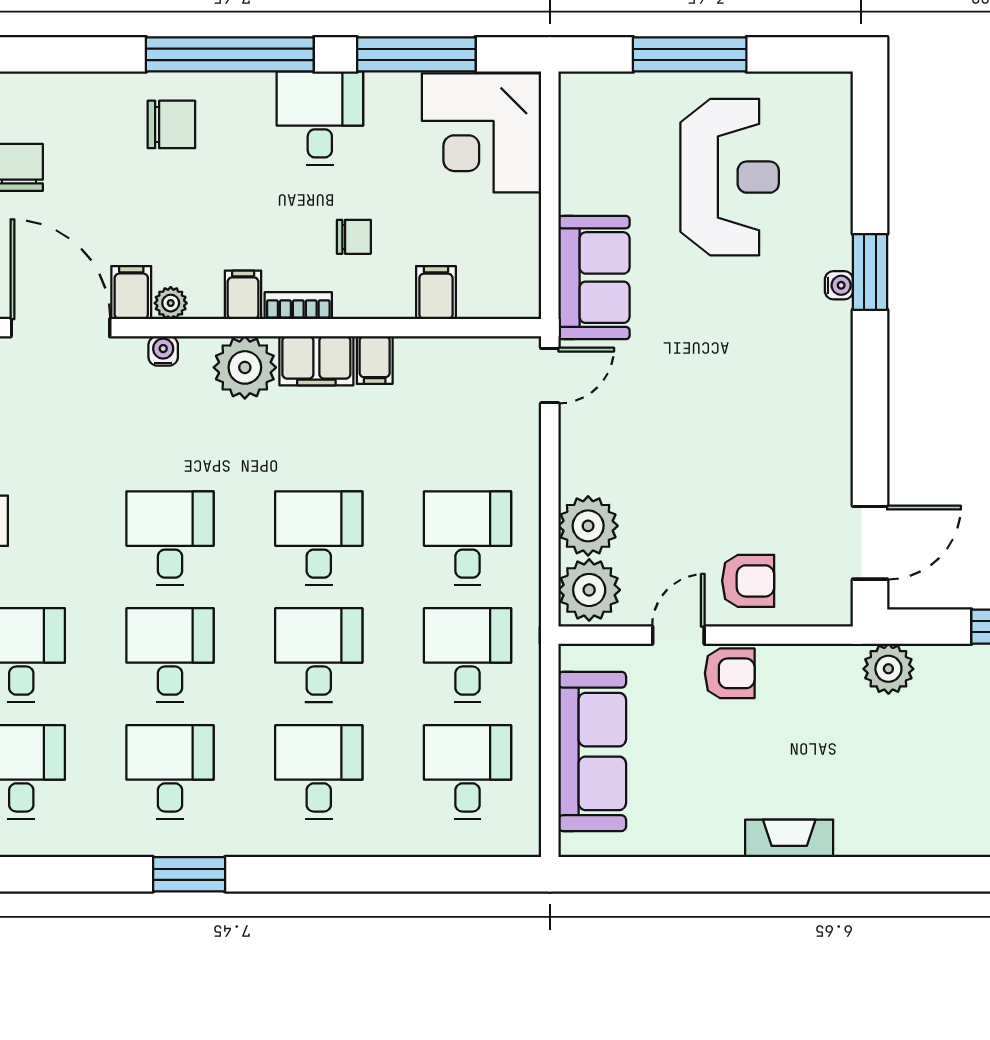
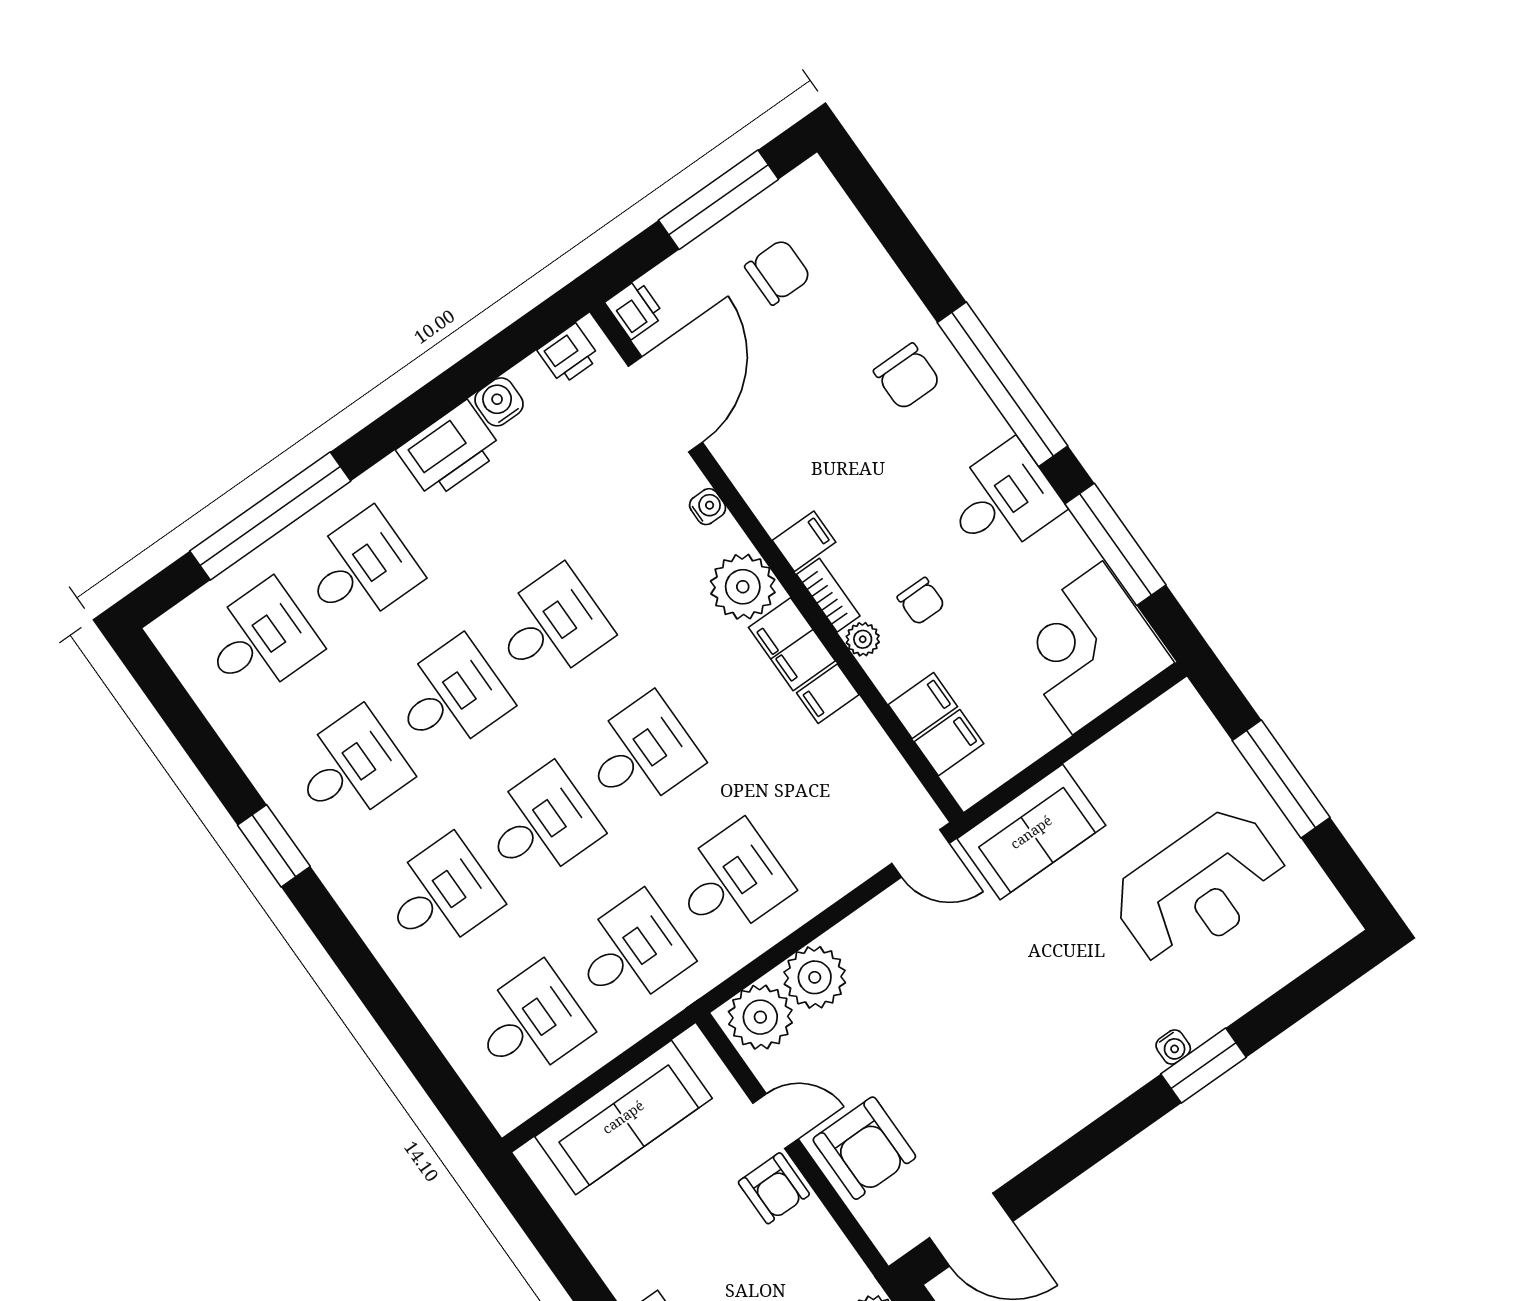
filing cabinet: (131, 293) -> (949, 743), moved
plant: (171, 303) -> (863, 639), moved
armchair: (748, 581) -> (864, 1148), width x1.38, depth x1.38

